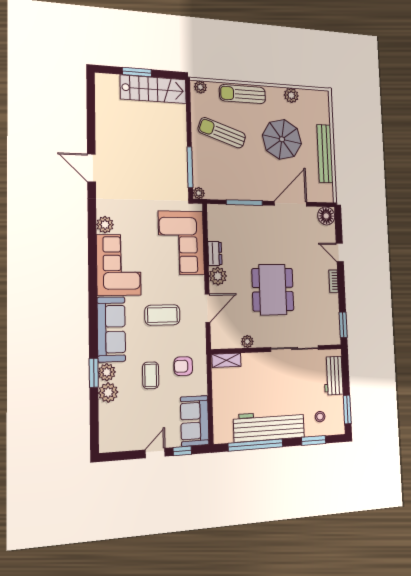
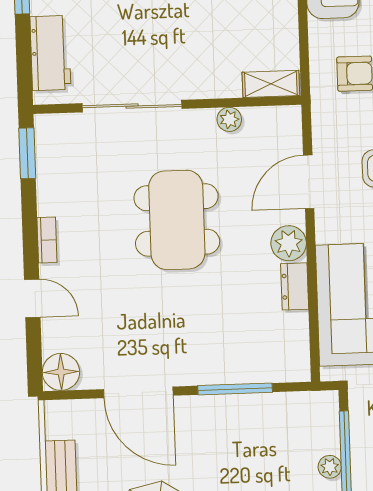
plant: (199, 193) -> (330, 467), moved
door: (291, 204) -> (138, 392), hinge flipped

